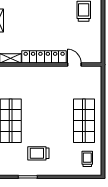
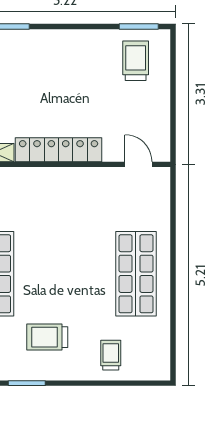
door: (74, 65) -> (138, 164), moved
trolley: (87, 159) -> (111, 355), moved

